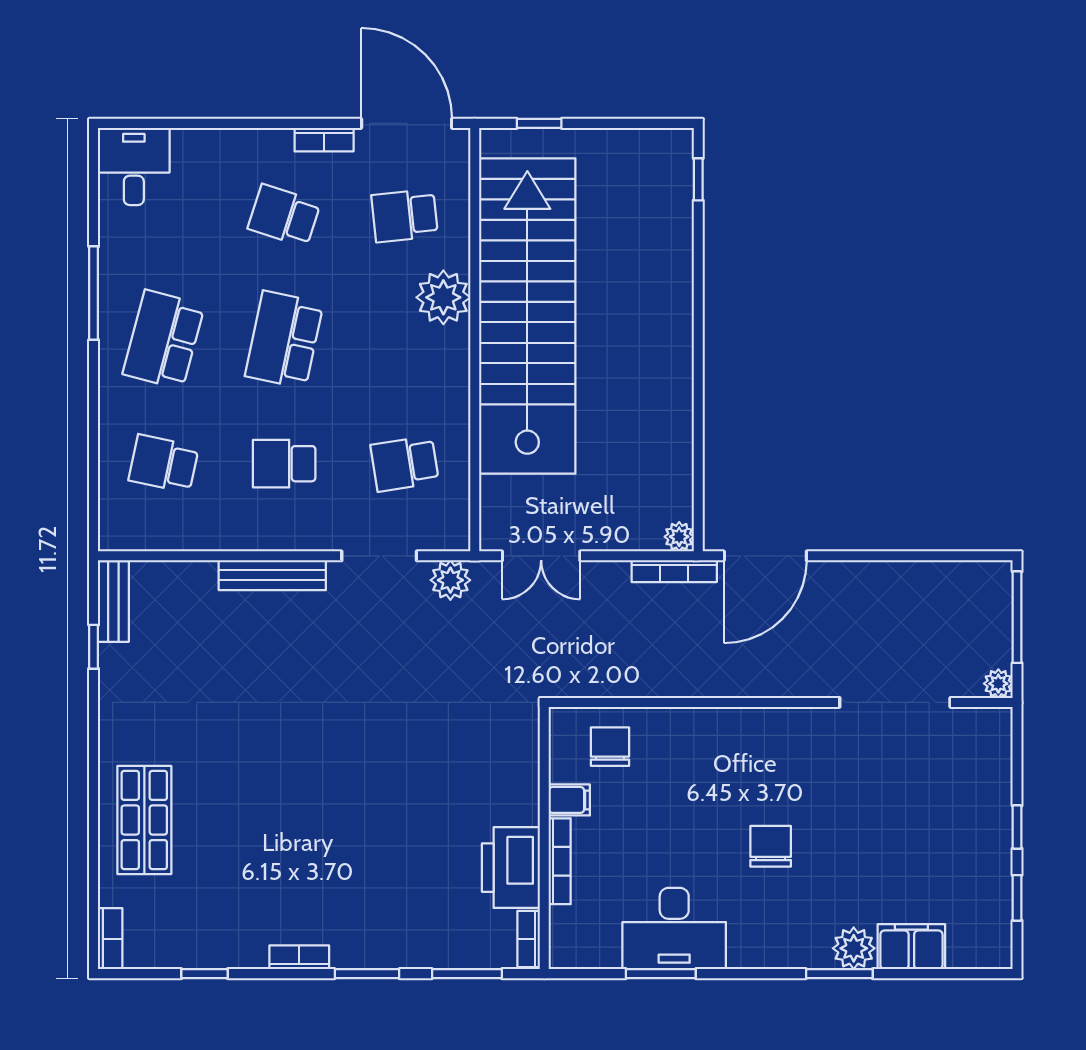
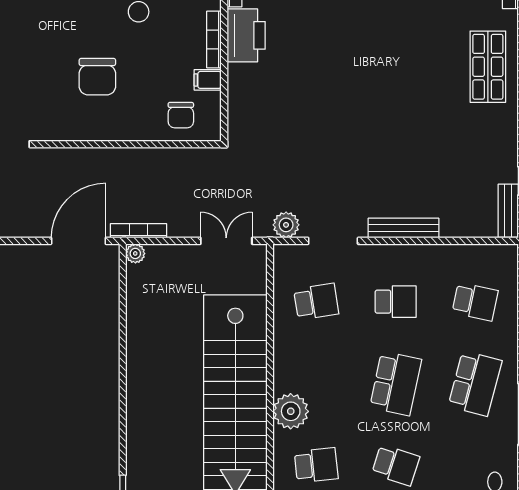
chair: (771, 846) -> (97, 77), moved, width x1.37, depth x1.37

